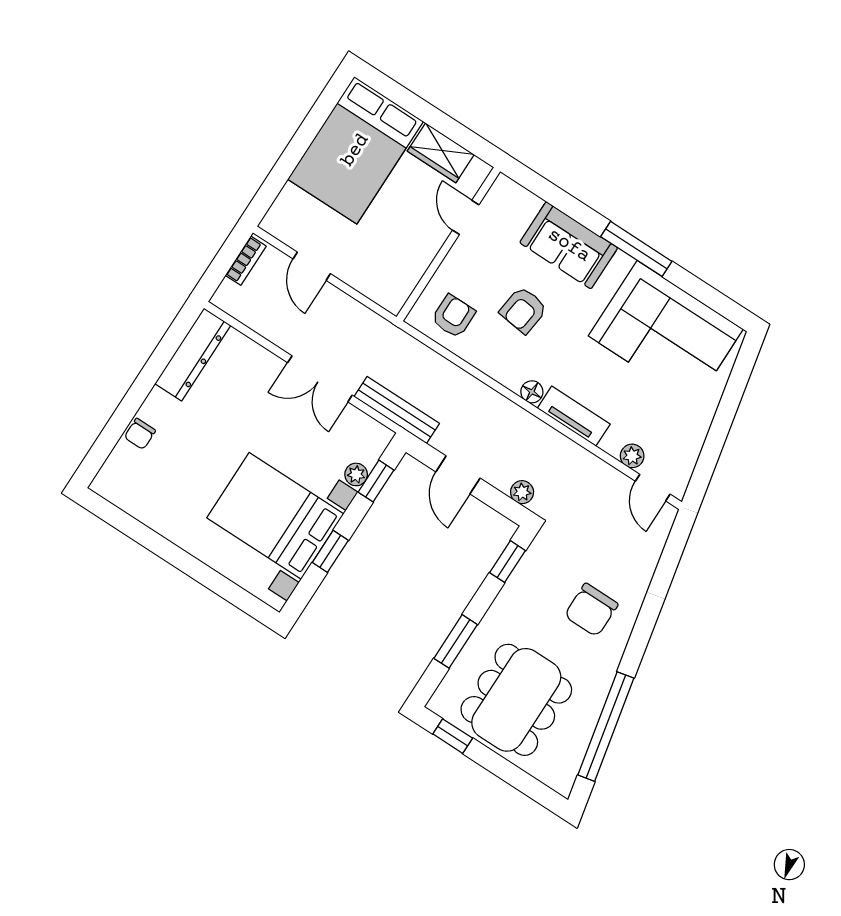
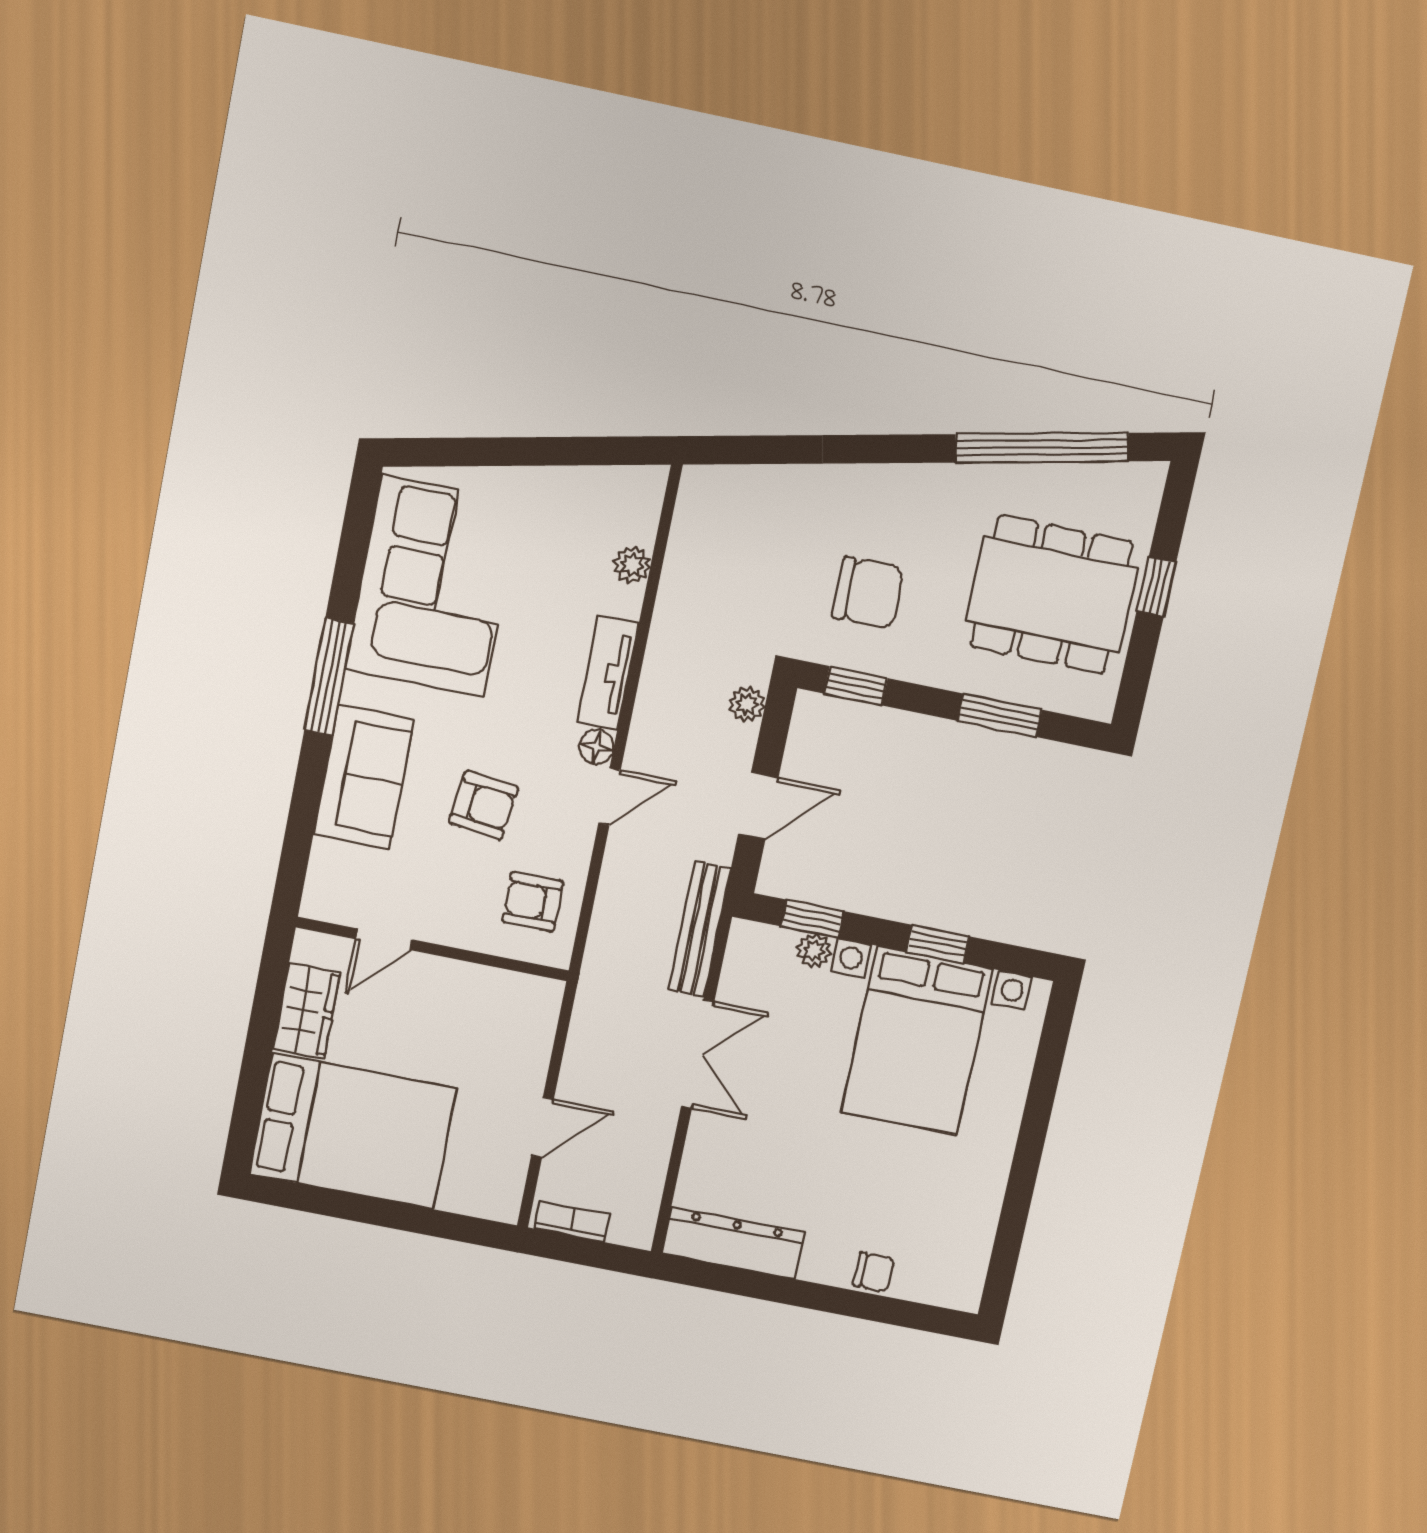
door: (653, 488) -> (610, 797), moved
chair: (591, 610) -> (868, 593), moved
window: (453, 736) -> (1156, 587), moved

